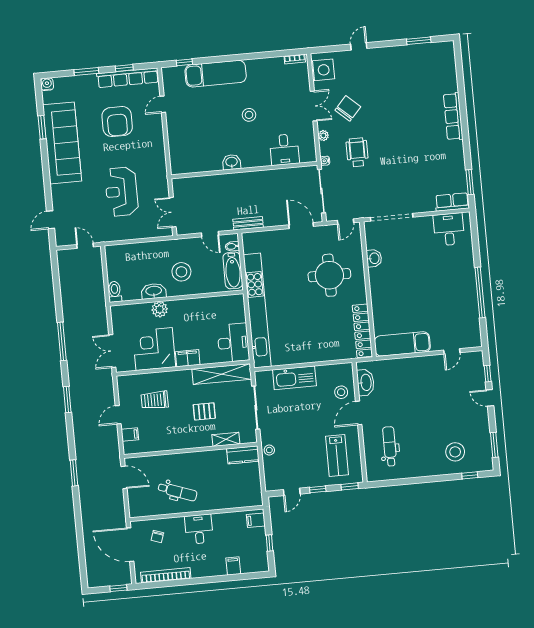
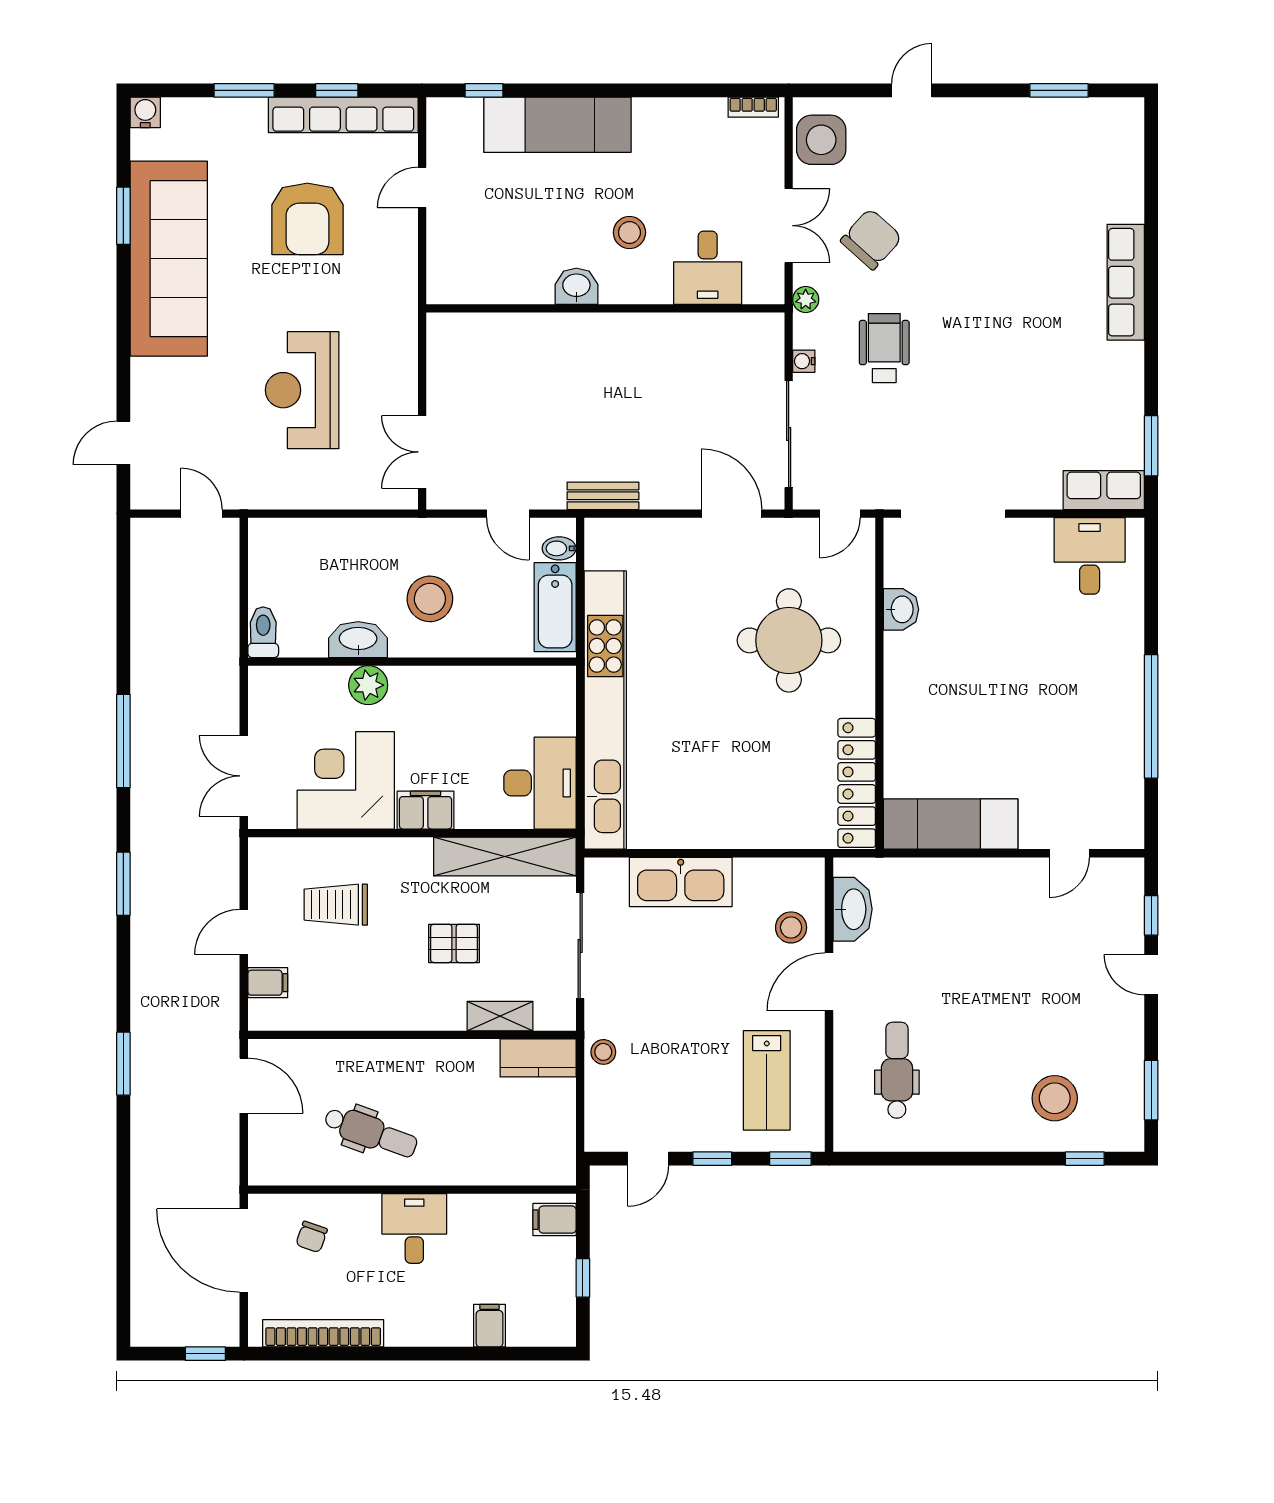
desk: (284, 150) -> (708, 268), moved
washbasin: (232, 162) -> (576, 286), moved
wall: (244, 170) -> (605, 308), moved

